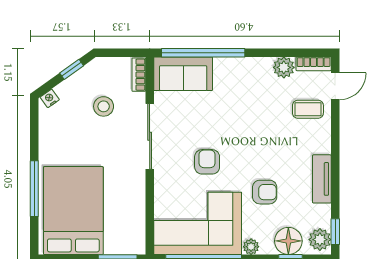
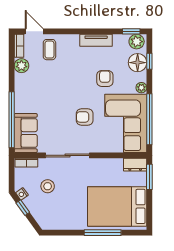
nightstand: (50, 98) -> (22, 194), moved
dresser: (136, 237) -> (135, 165), added

